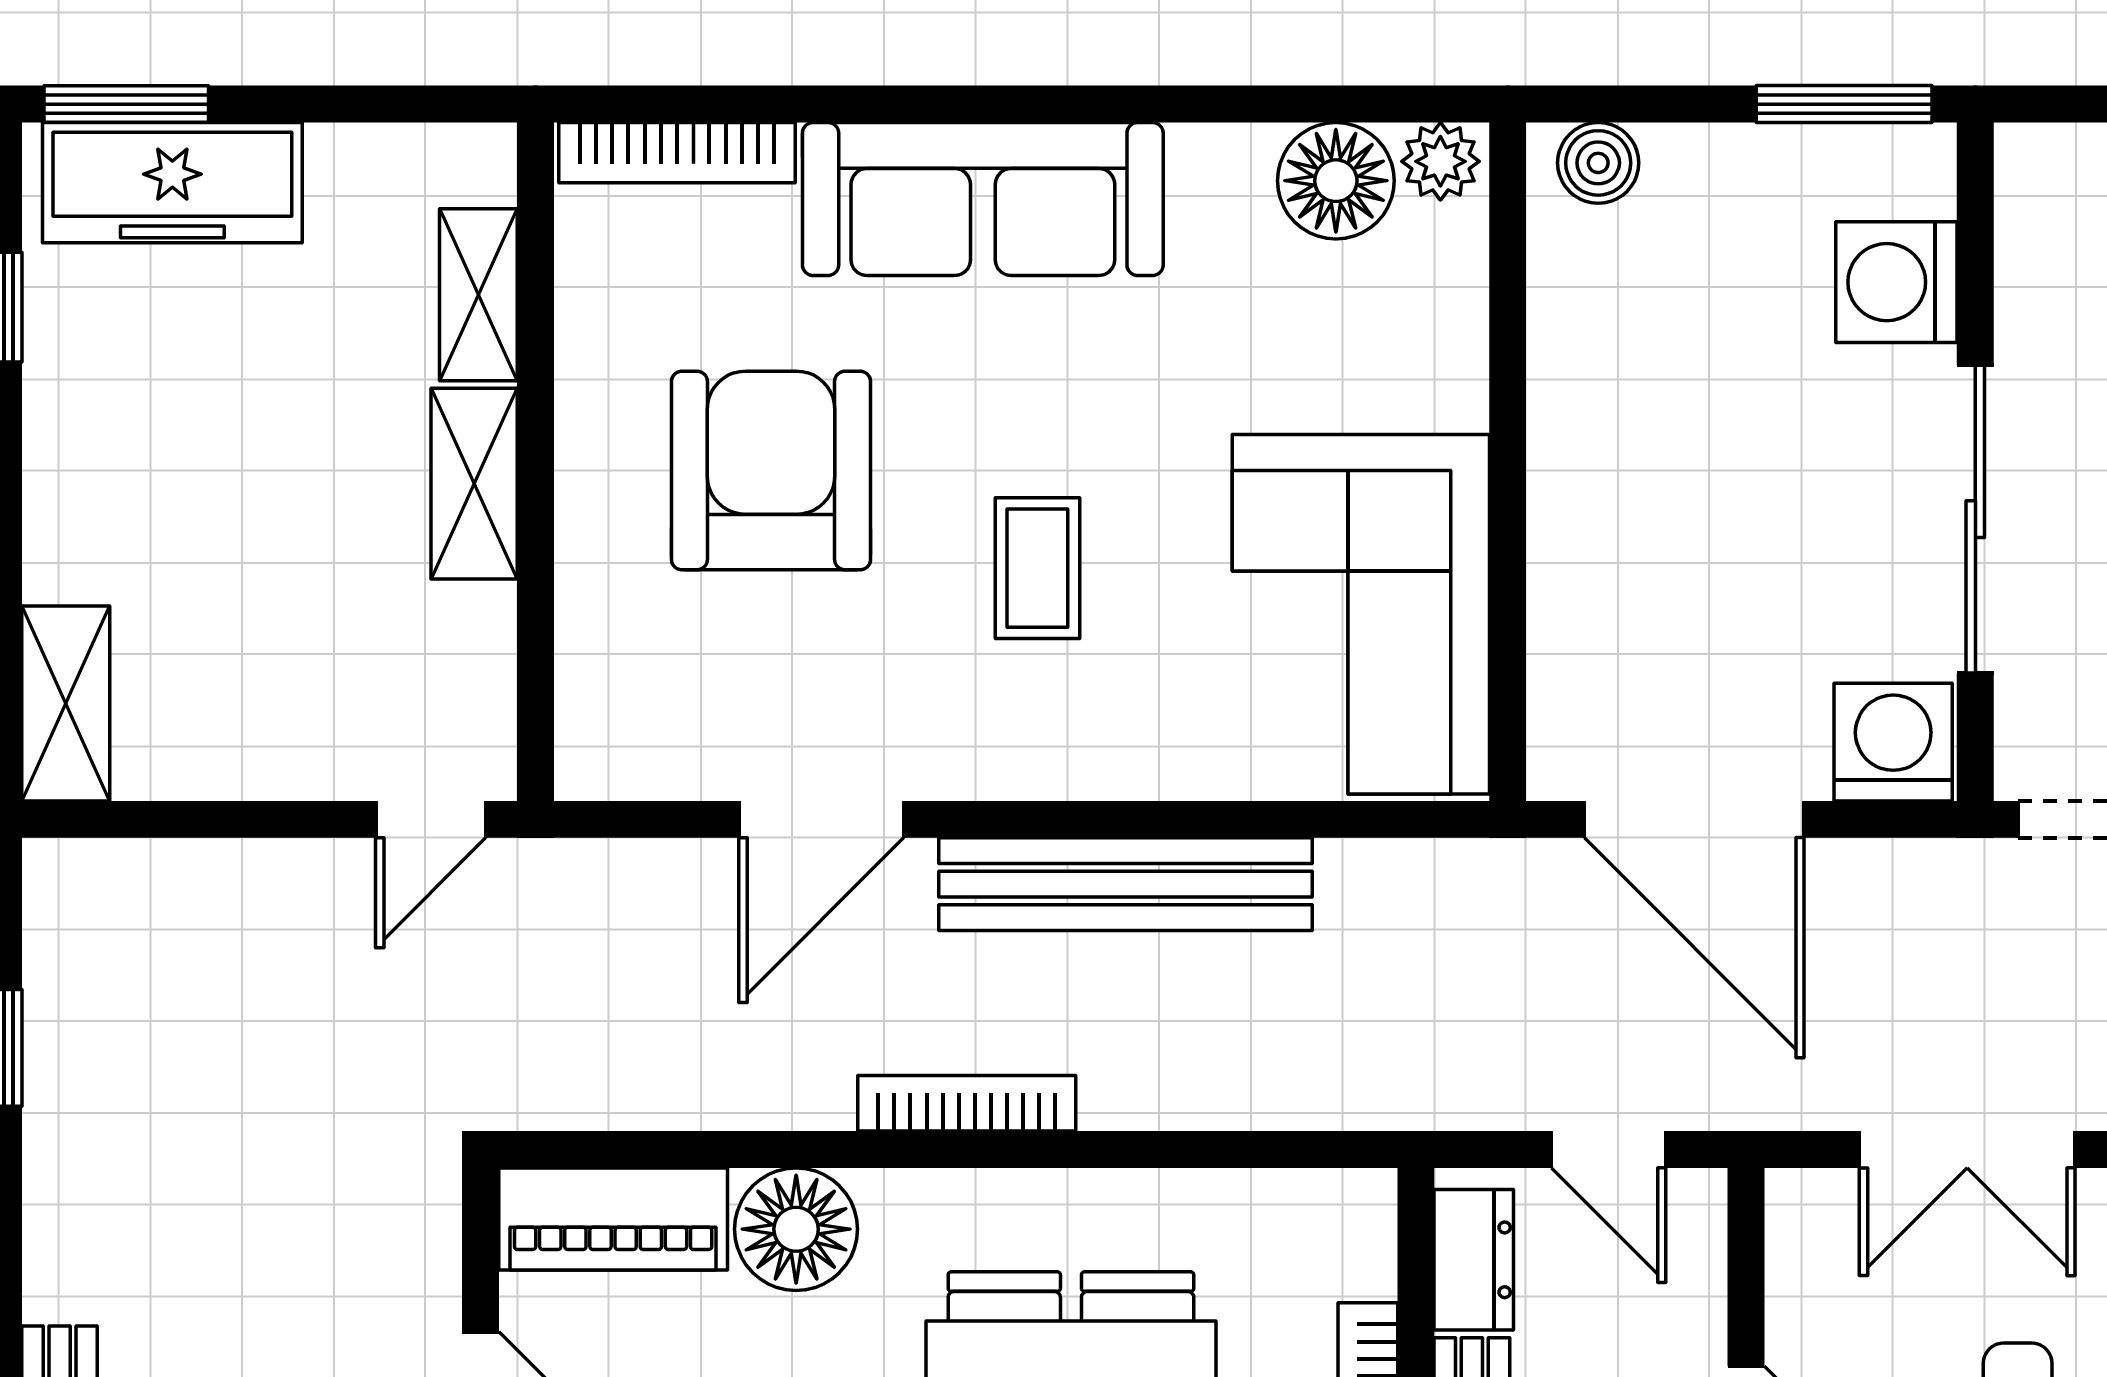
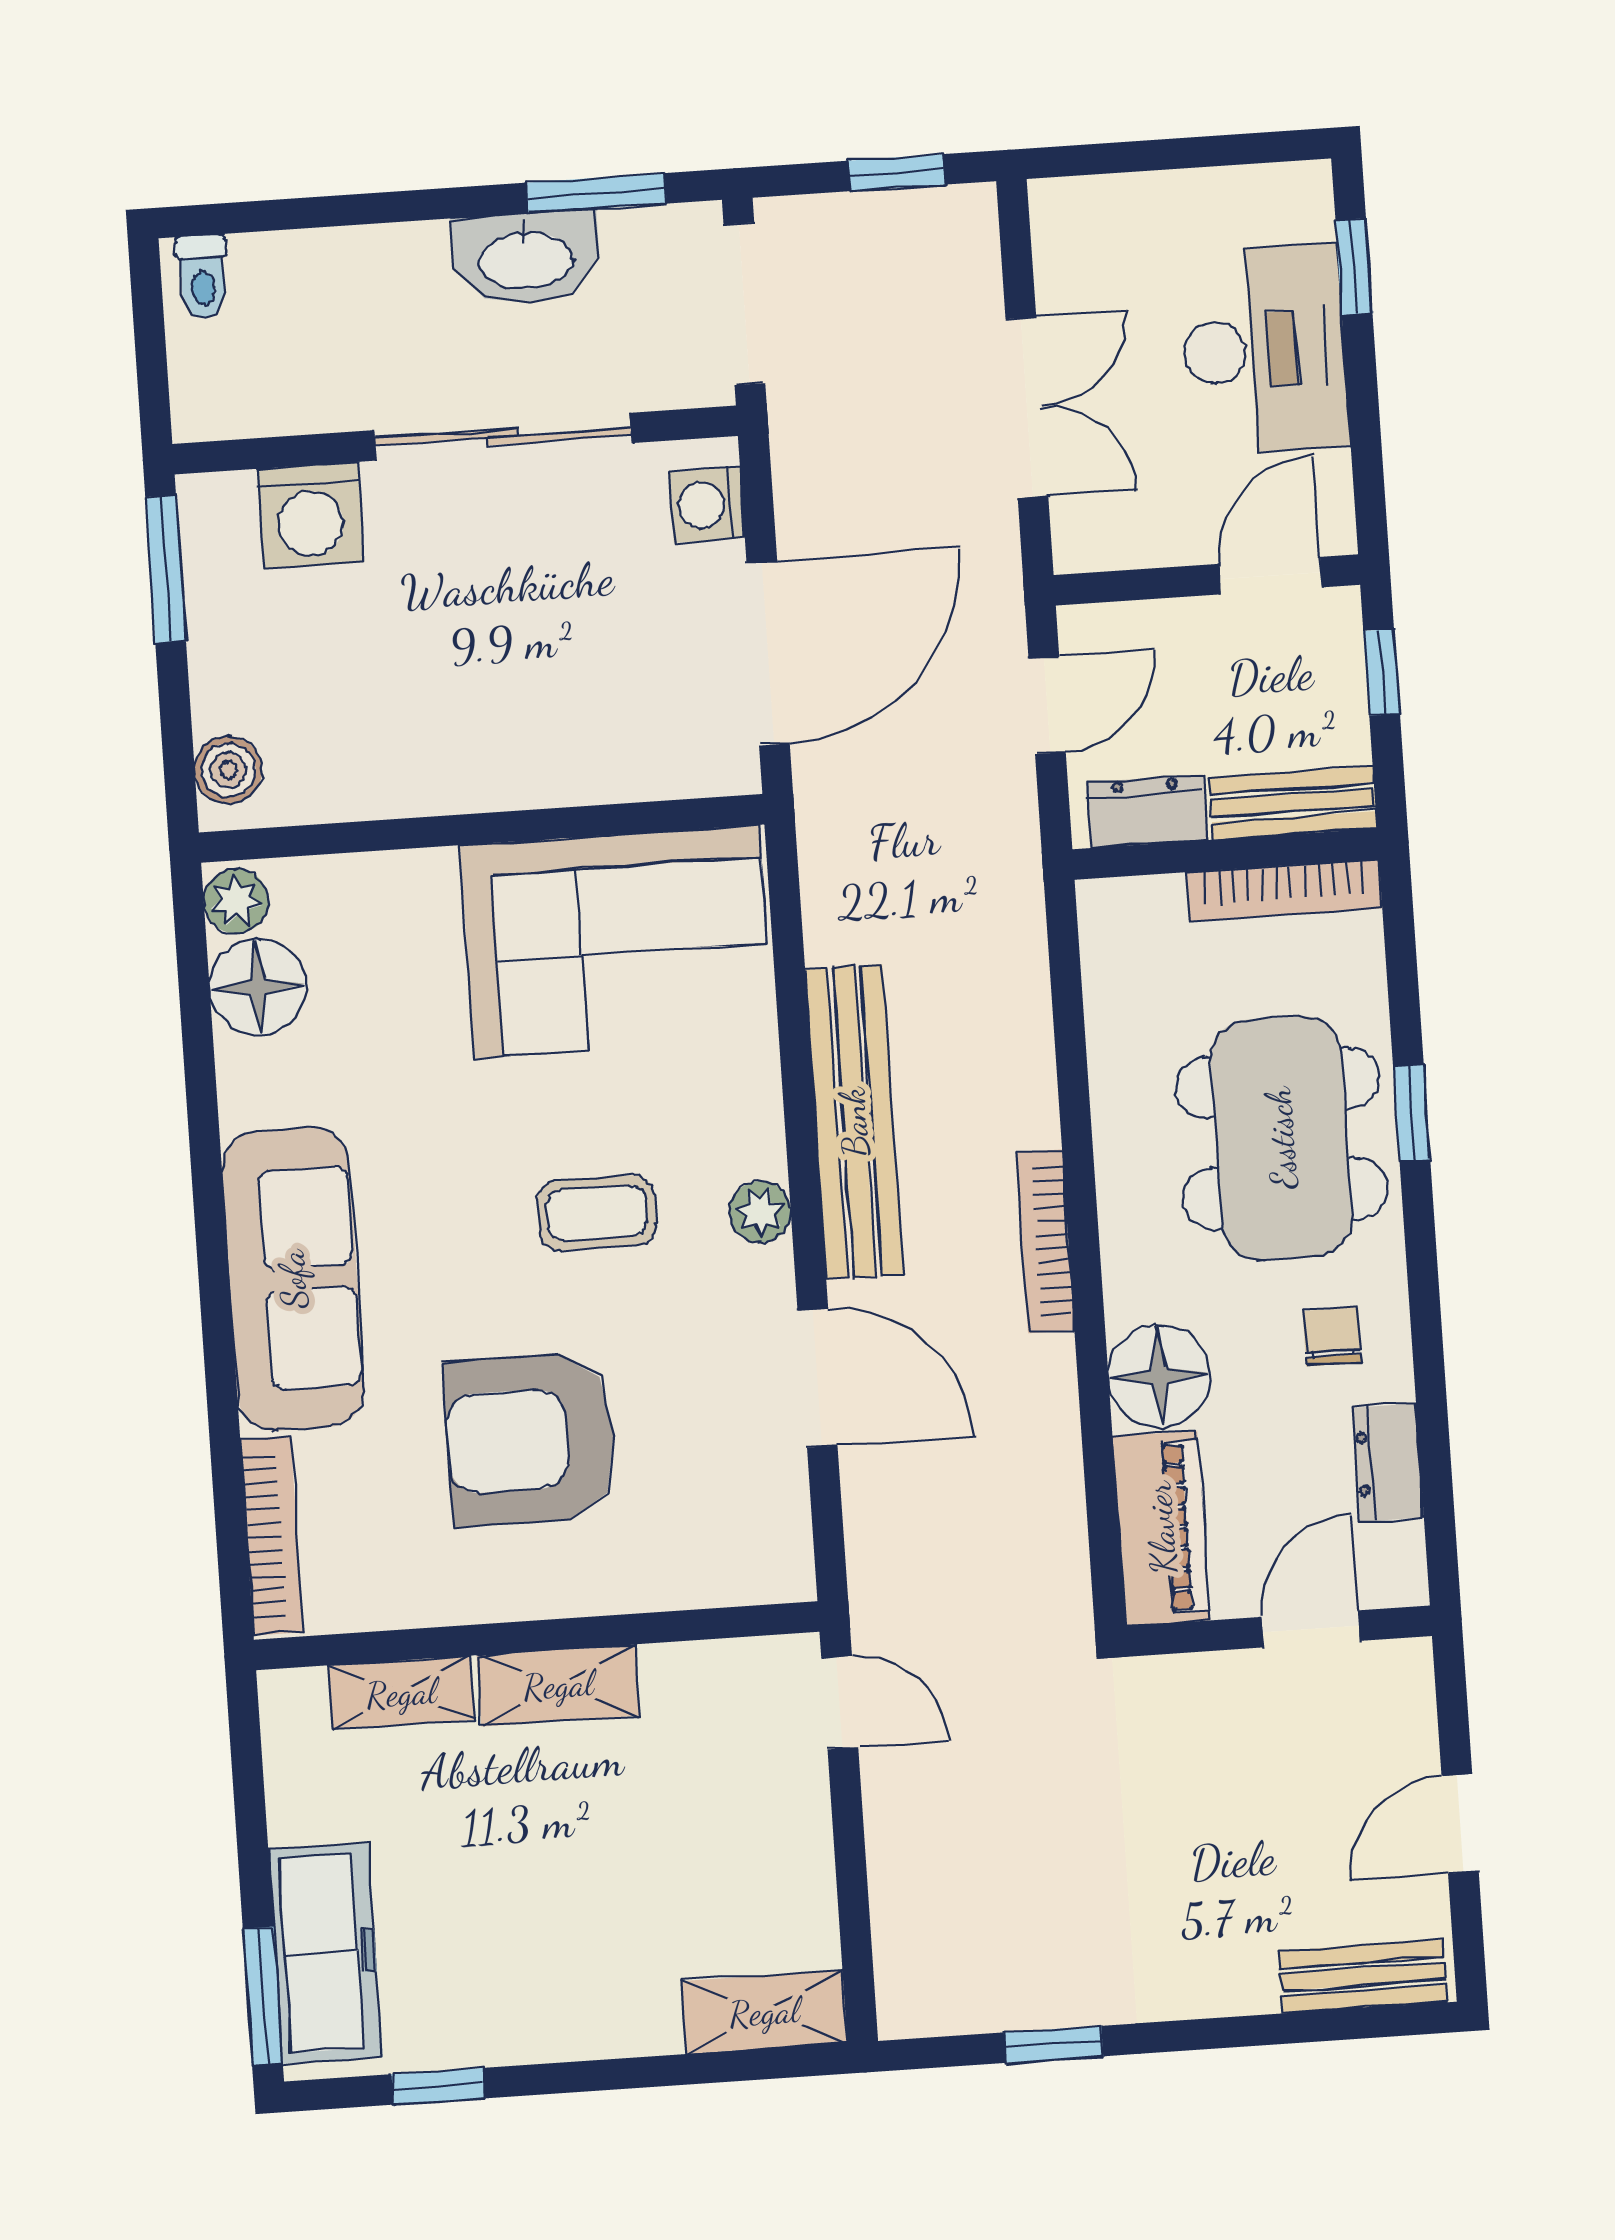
washing machine: (1893, 742) -> (707, 505), width x0.73, depth x0.73
plant: (1025, 764) -> (760, 1212), added

